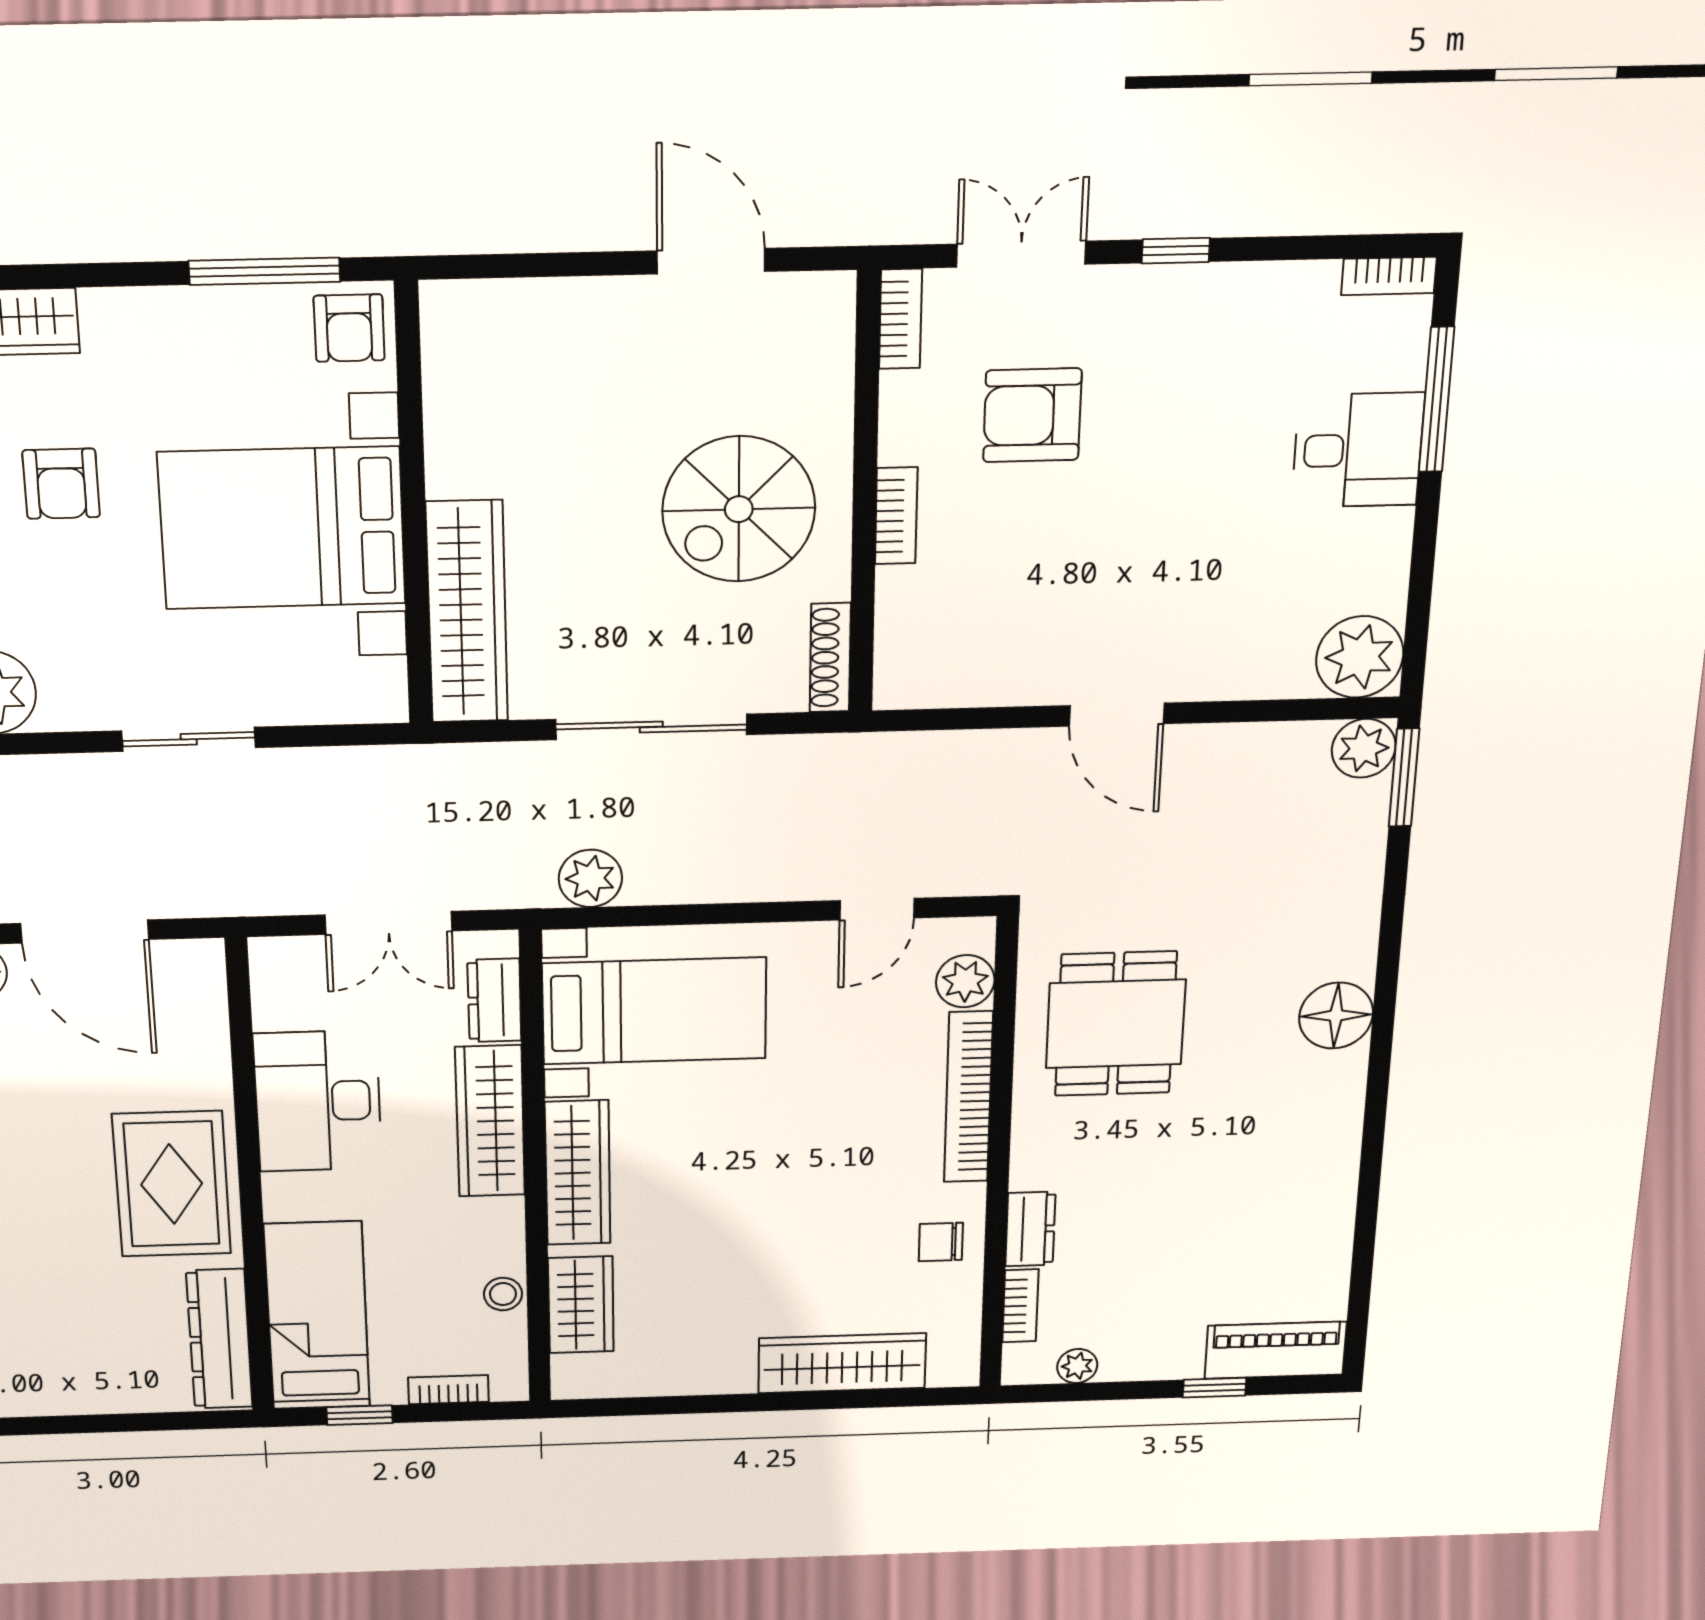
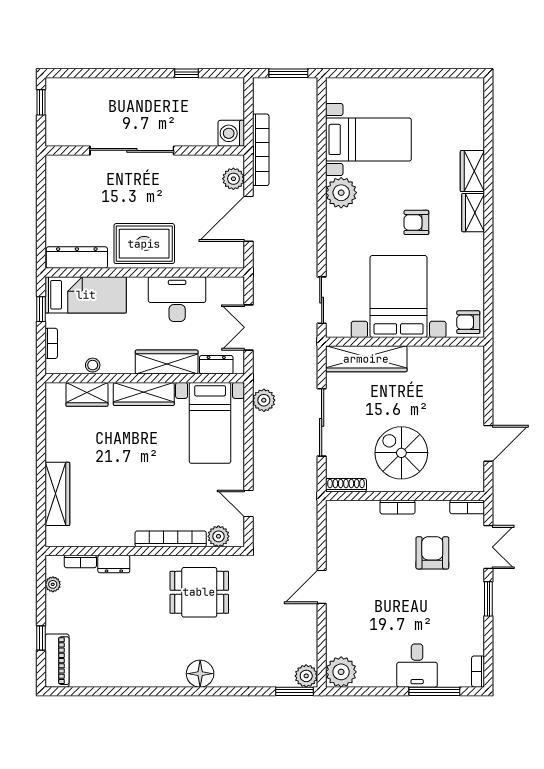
window: (1176, 251) -> (488, 599), width x1.50
window: (264, 271) -> (488, 295), removed
sliding door: (189, 739) -> (322, 300), moved
chair: (941, 1242) -> (109, 530), removed

